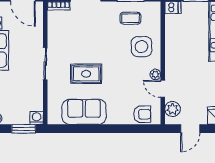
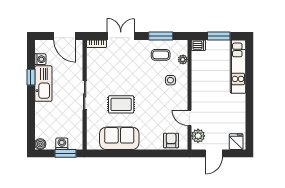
side table: (142, 47) -> (170, 80), width x0.54, depth x0.54
plant: (155, 75) -> (183, 60), moved
armchair: (142, 114) -> (171, 140), turned -90
washing machine: (37, 118) -> (62, 144), moved

